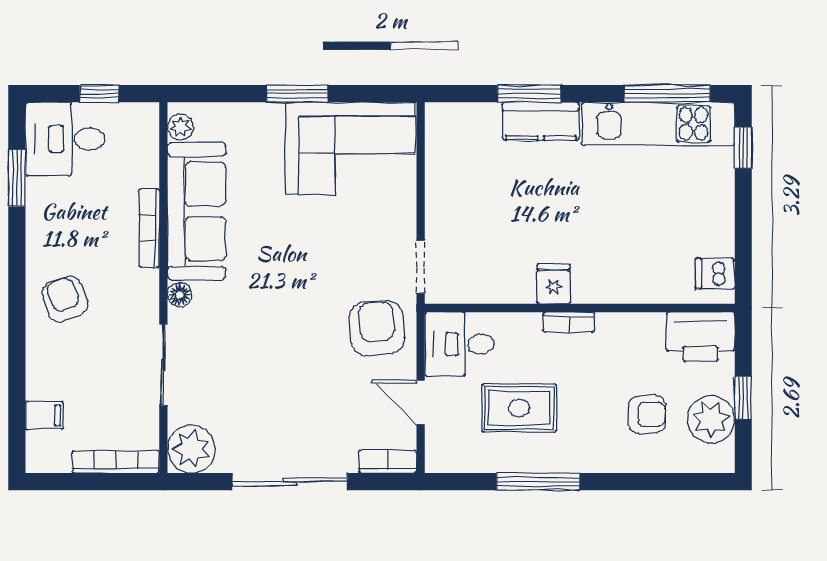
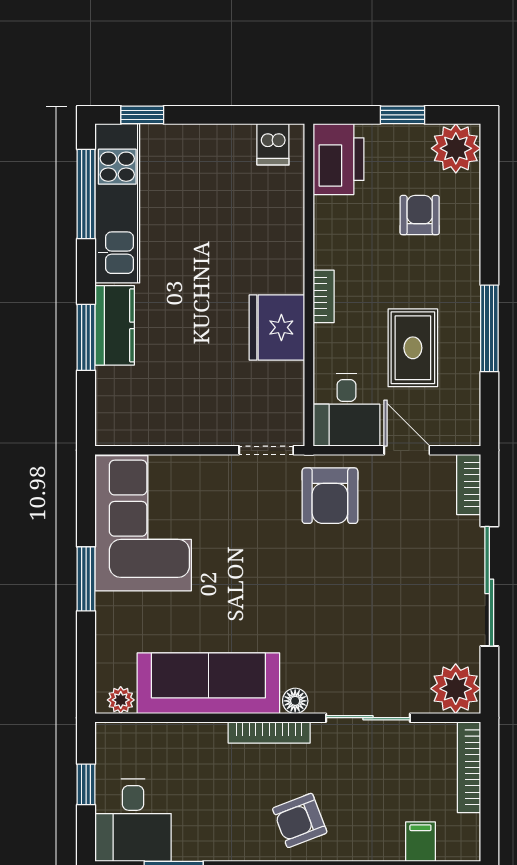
bookcase: (149, 228) -> (269, 732), moved
fridge: (554, 284) -> (277, 327), width x1.88, depth x1.34
armchair: (377, 328) -> (330, 496), turned -85
door: (421, 402) -> (407, 450), swing flipped
plant: (711, 419) -> (456, 148), moved

